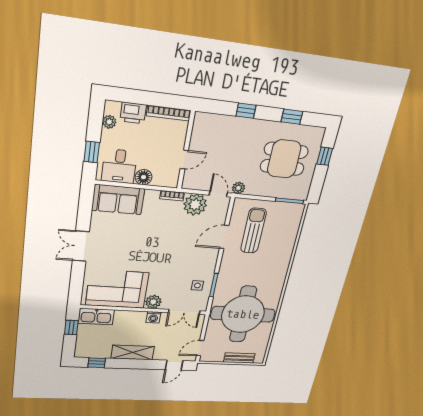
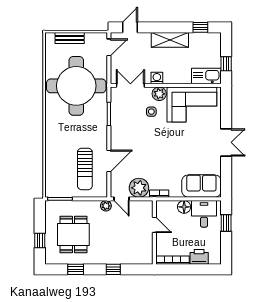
plant: (109, 122) -> (216, 248), removed
door: (184, 159) -> (154, 225), swing flipped
dining table: (284, 159) -> (73, 234), turned 90
side table: (197, 285) -> (151, 112), moved

